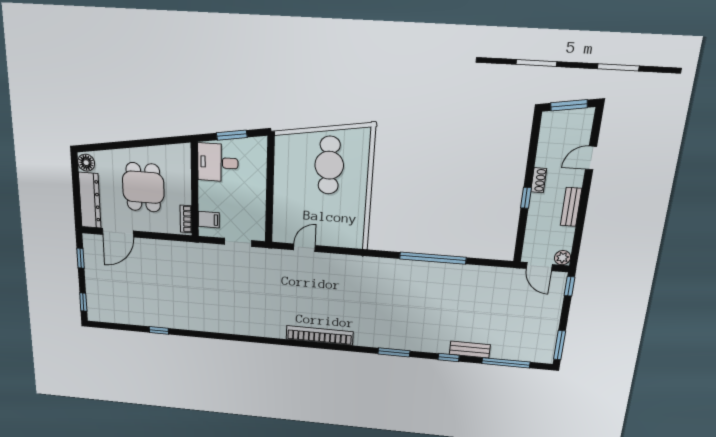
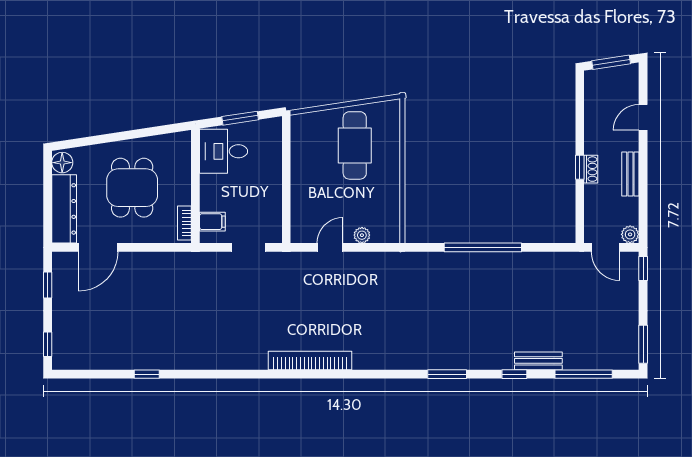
shoe rack: (539, 180) -> (591, 169), moved
plant: (331, 240) -> (362, 235), added
bookcase: (320, 335) -> (310, 360), moved

